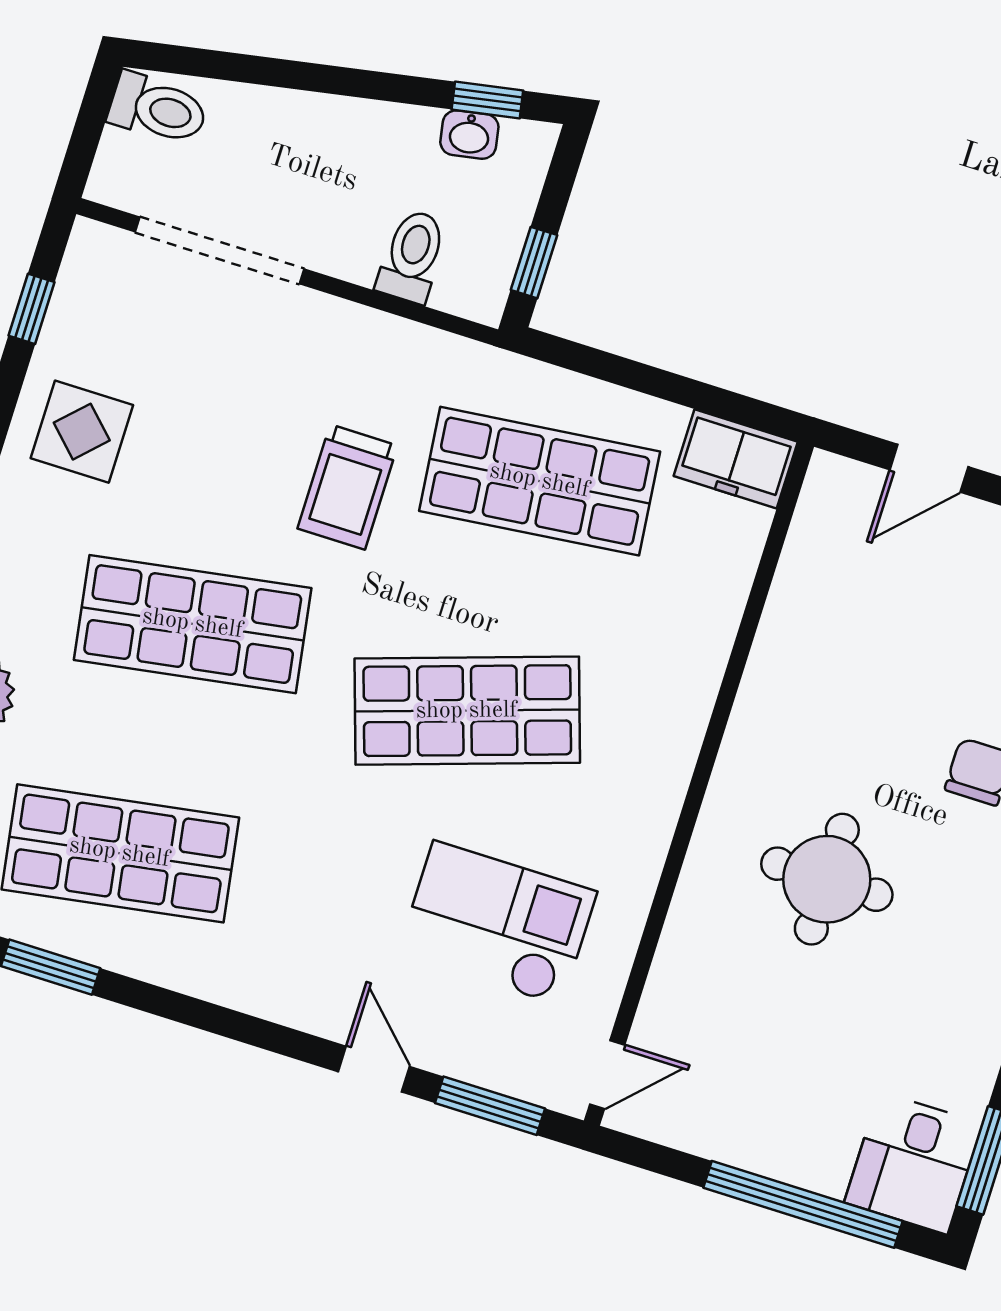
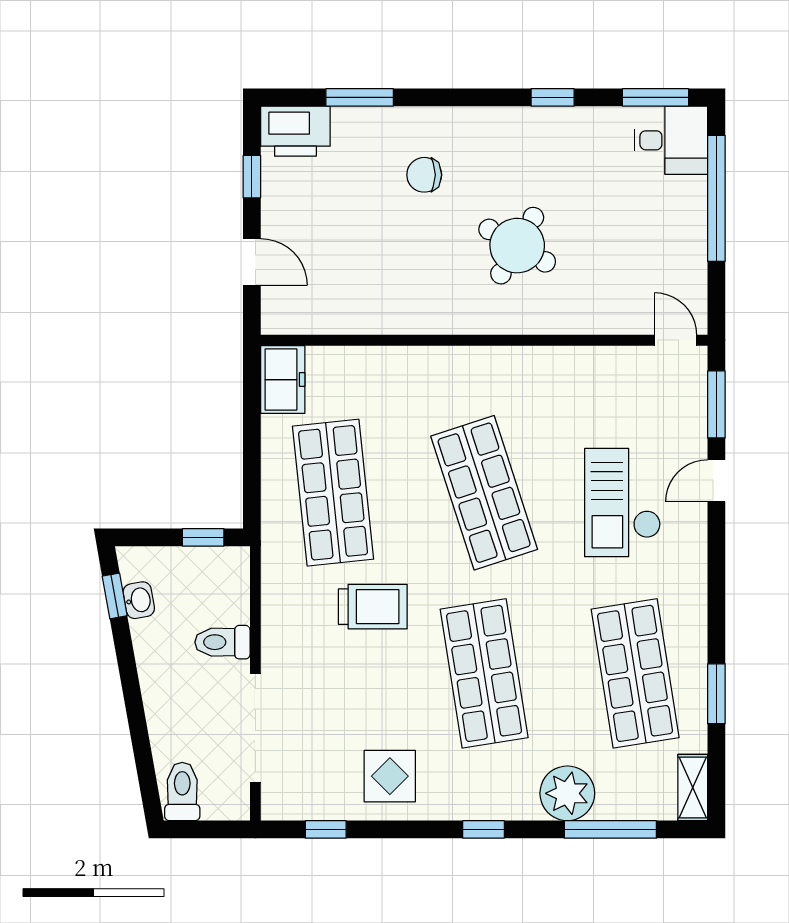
toilet: (412, 256) -> (222, 642), moved
round table: (827, 879) -> (517, 246), turned 30
checkout: (497, 923) -> (623, 503), moved

